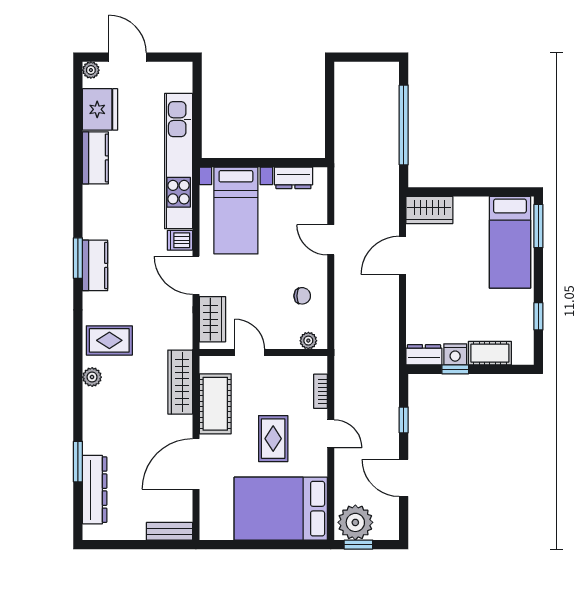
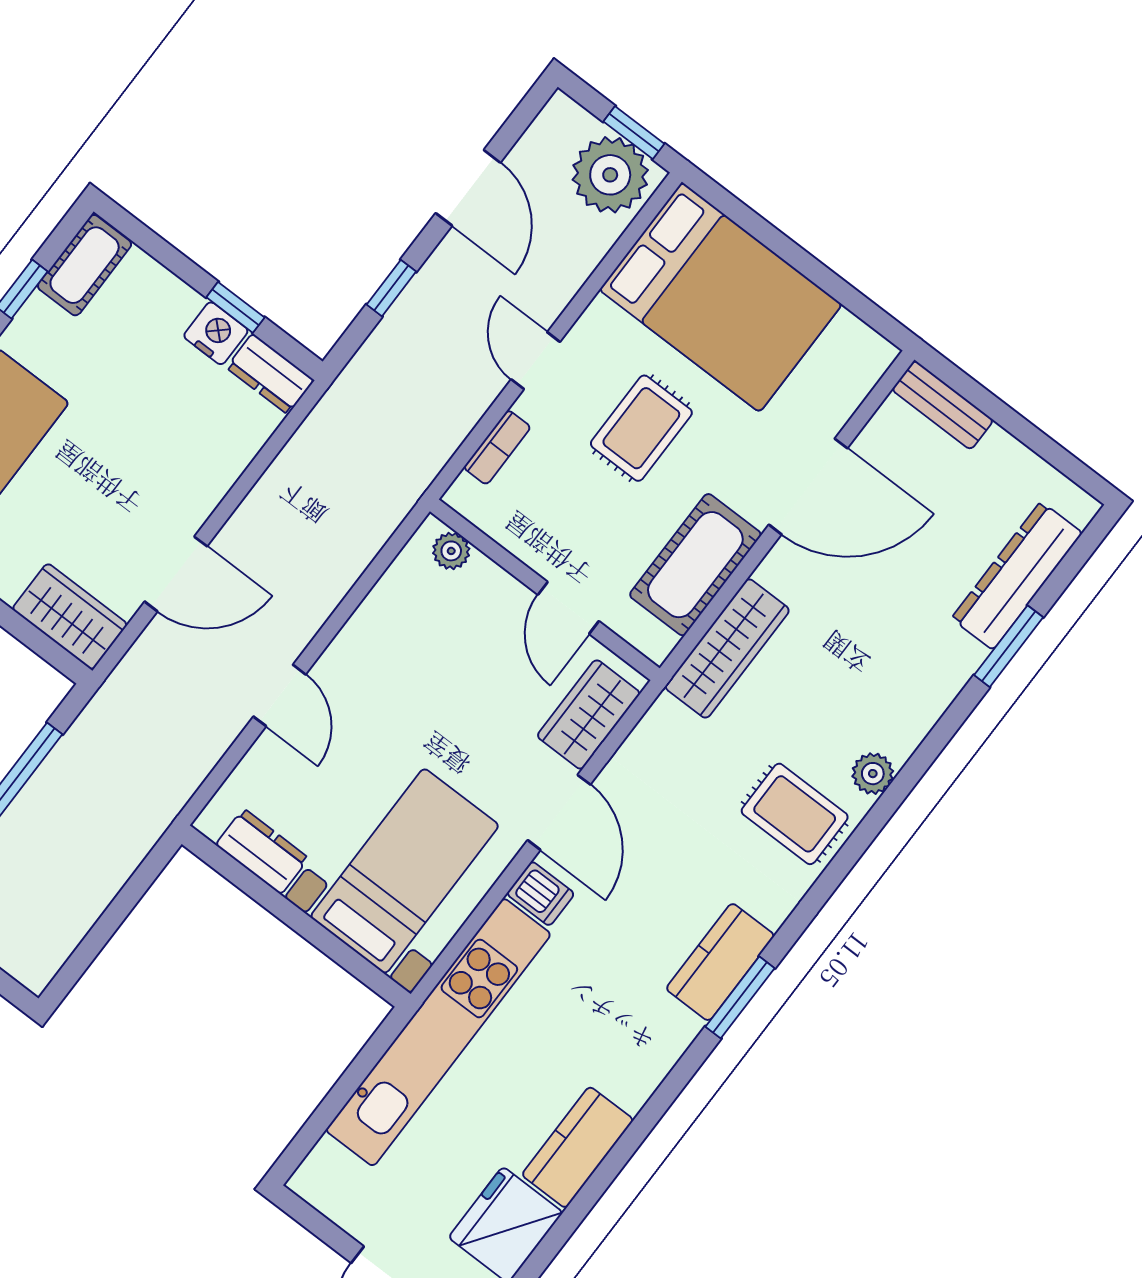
chair: (302, 296) -> (403, 636), removed
cot: (490, 353) -> (85, 265), moved, turned 90

